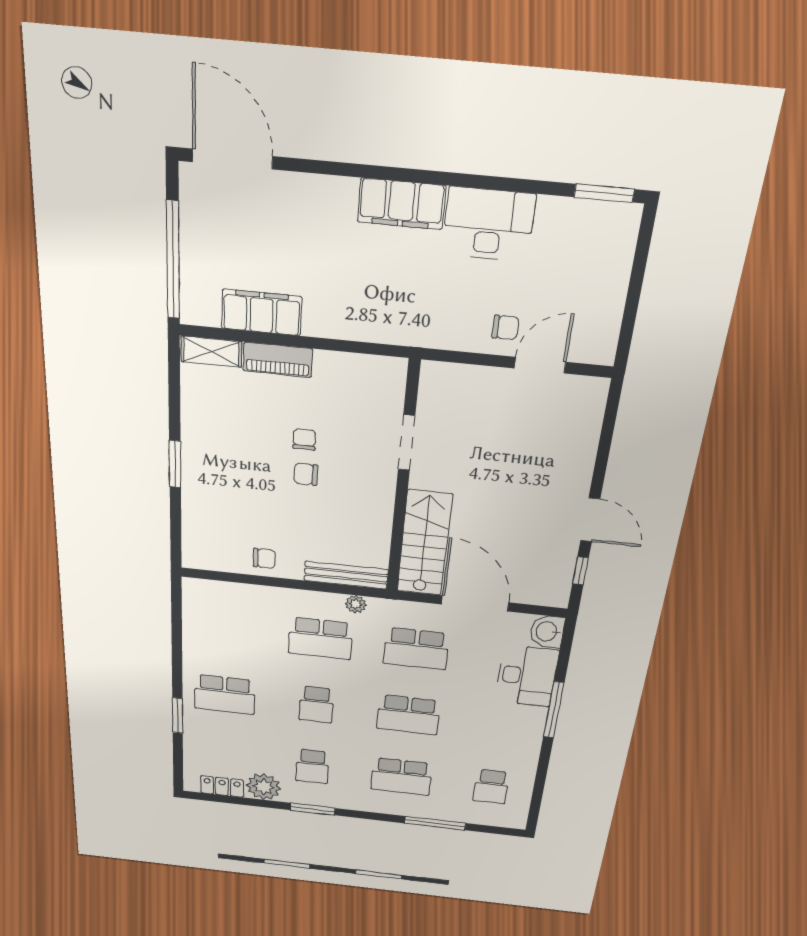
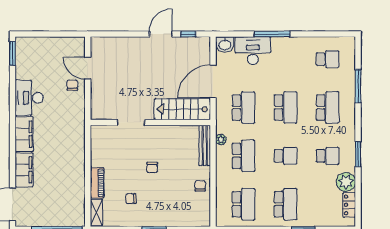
filing cabinet: (261, 312) -> (24, 170), moved, turned 180
chair: (304, 439) -> (131, 199), moved
school desk: (226, 628) -> (244, 204), added

